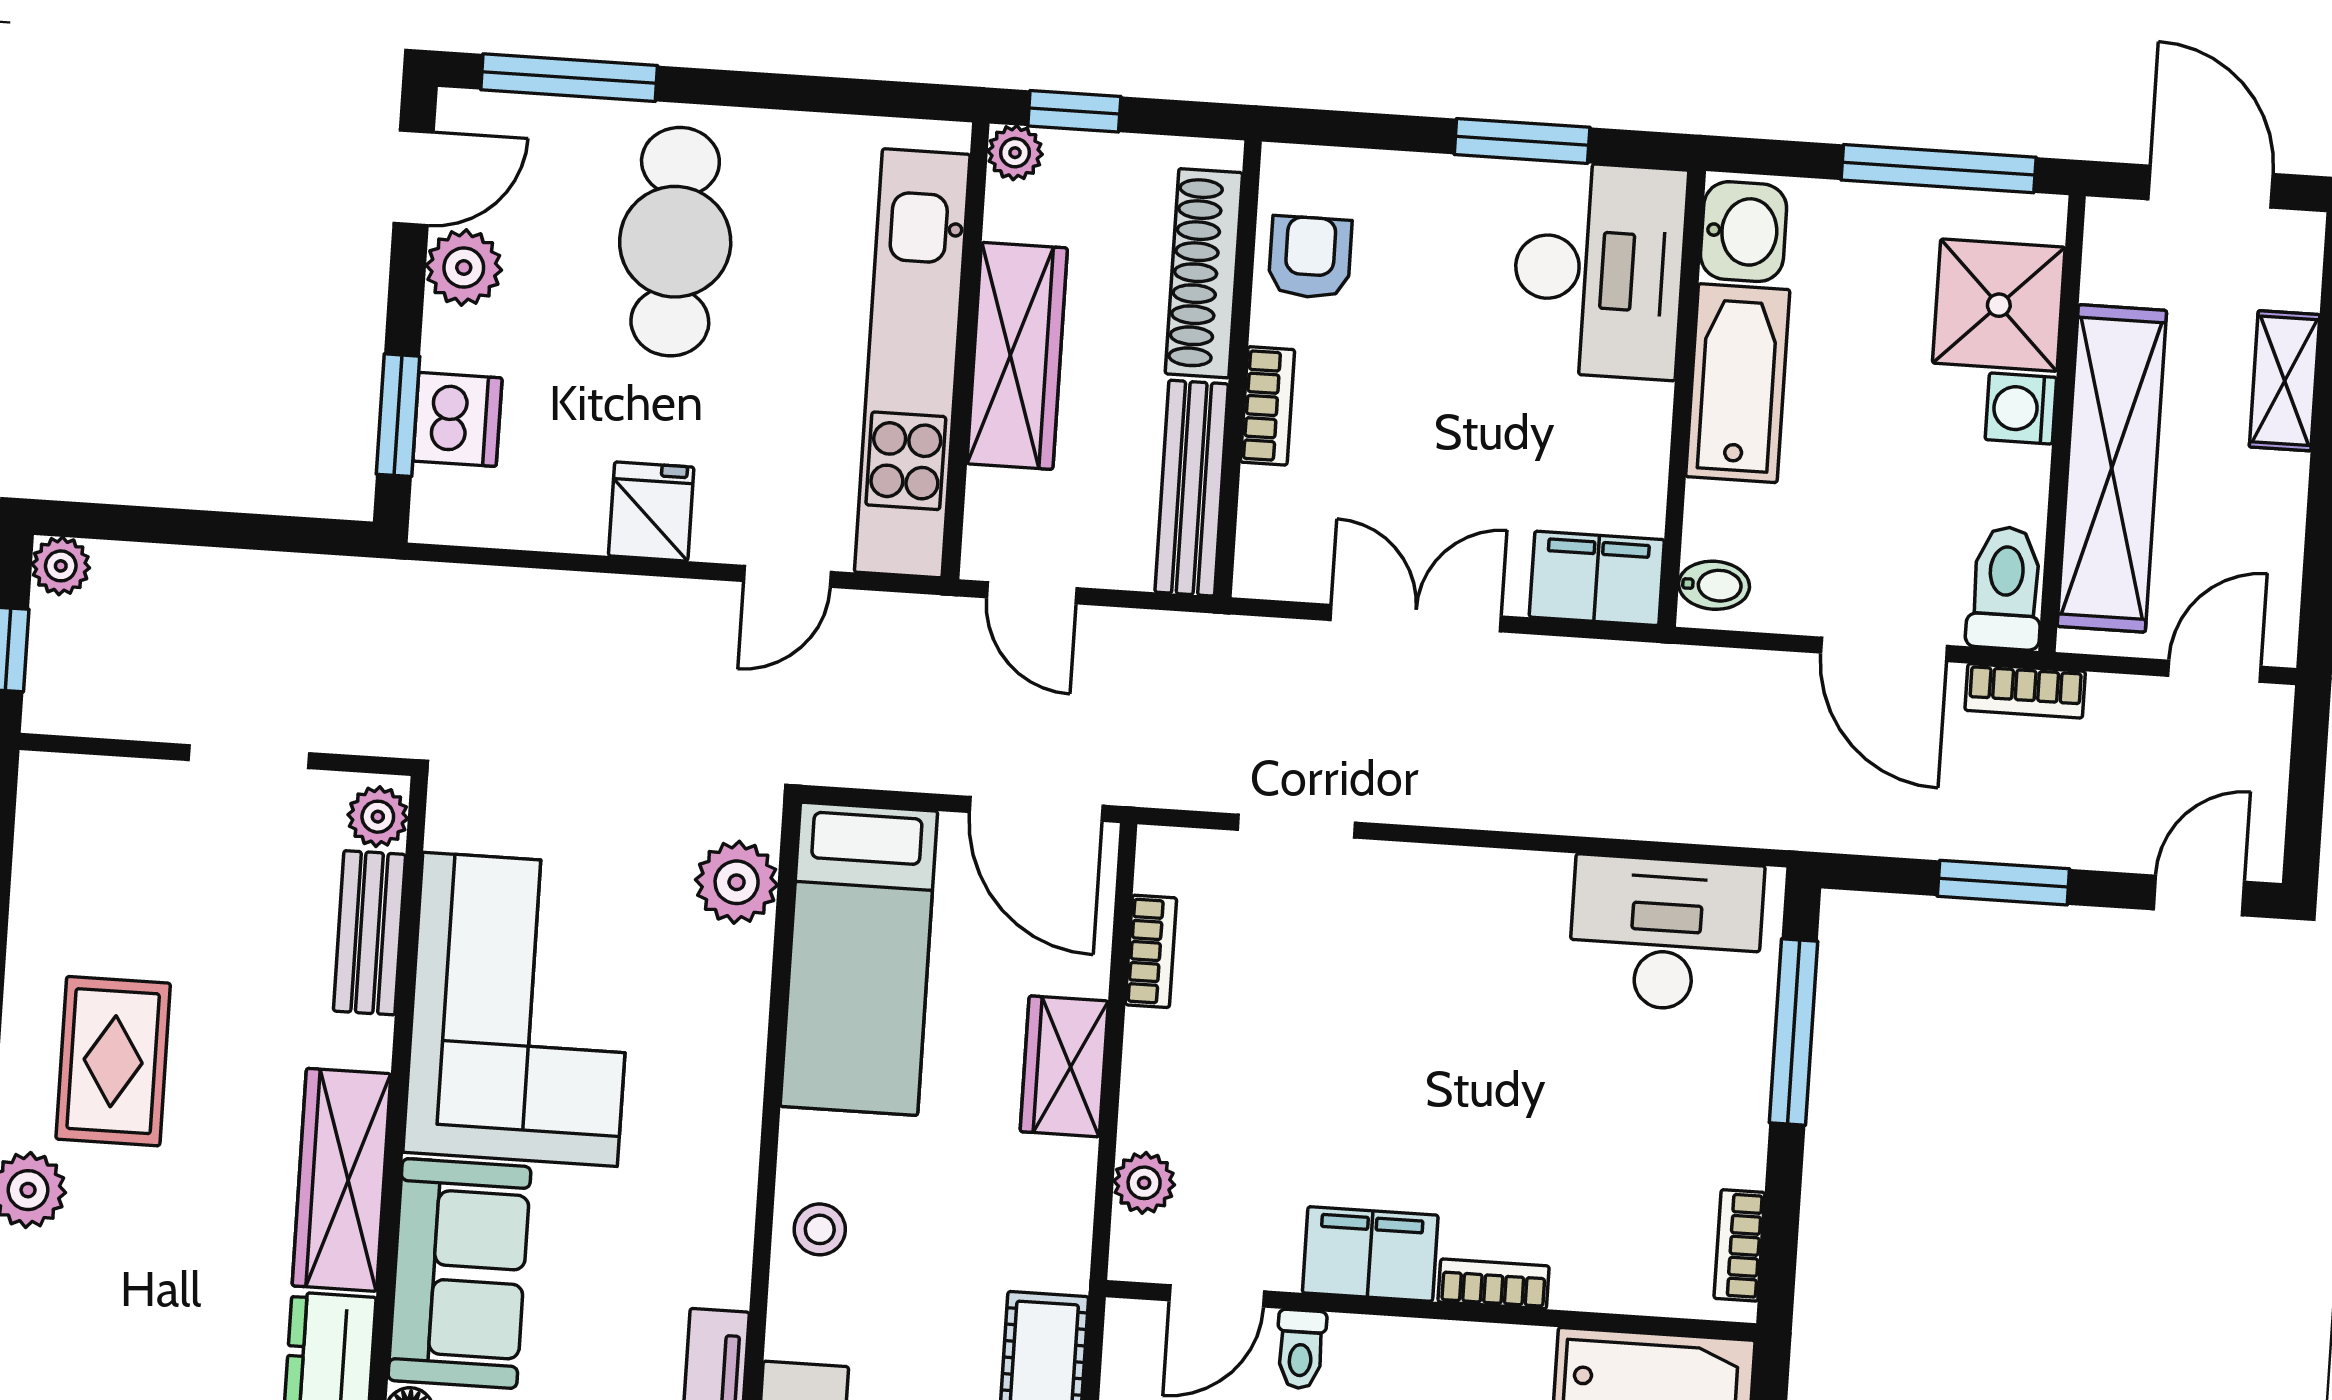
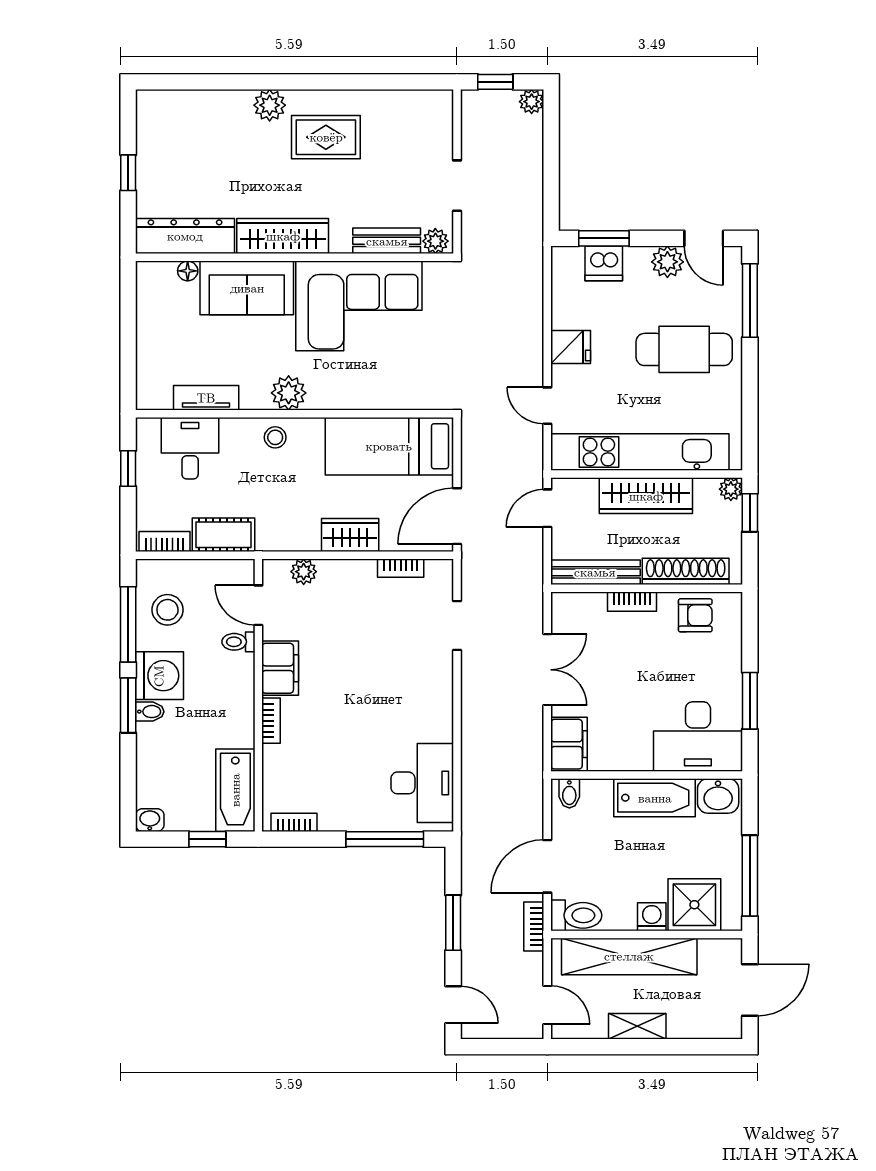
shelving: (2285, 381) -> (637, 1026), moved
plant: (737, 882) -> (289, 393), moved

